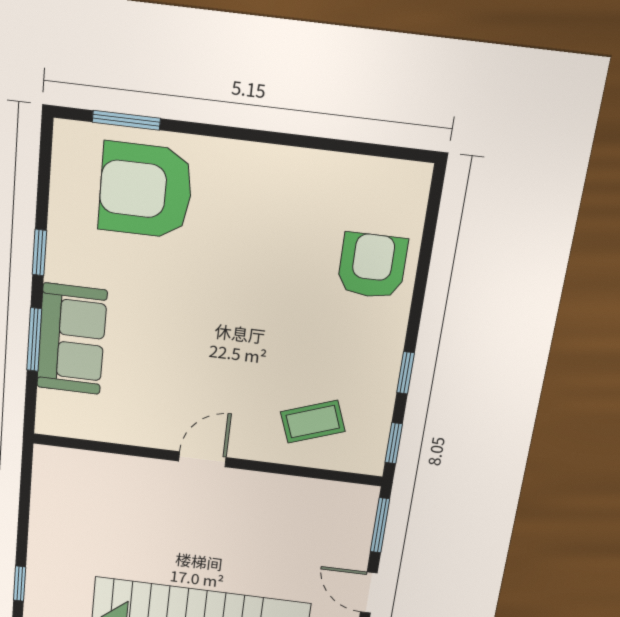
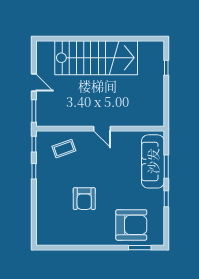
armchair: (372, 266) -> (84, 199), moved
sofa: (72, 339) -> (153, 161), width x1.36
door: (202, 459) -> (102, 129), hinge flipped

